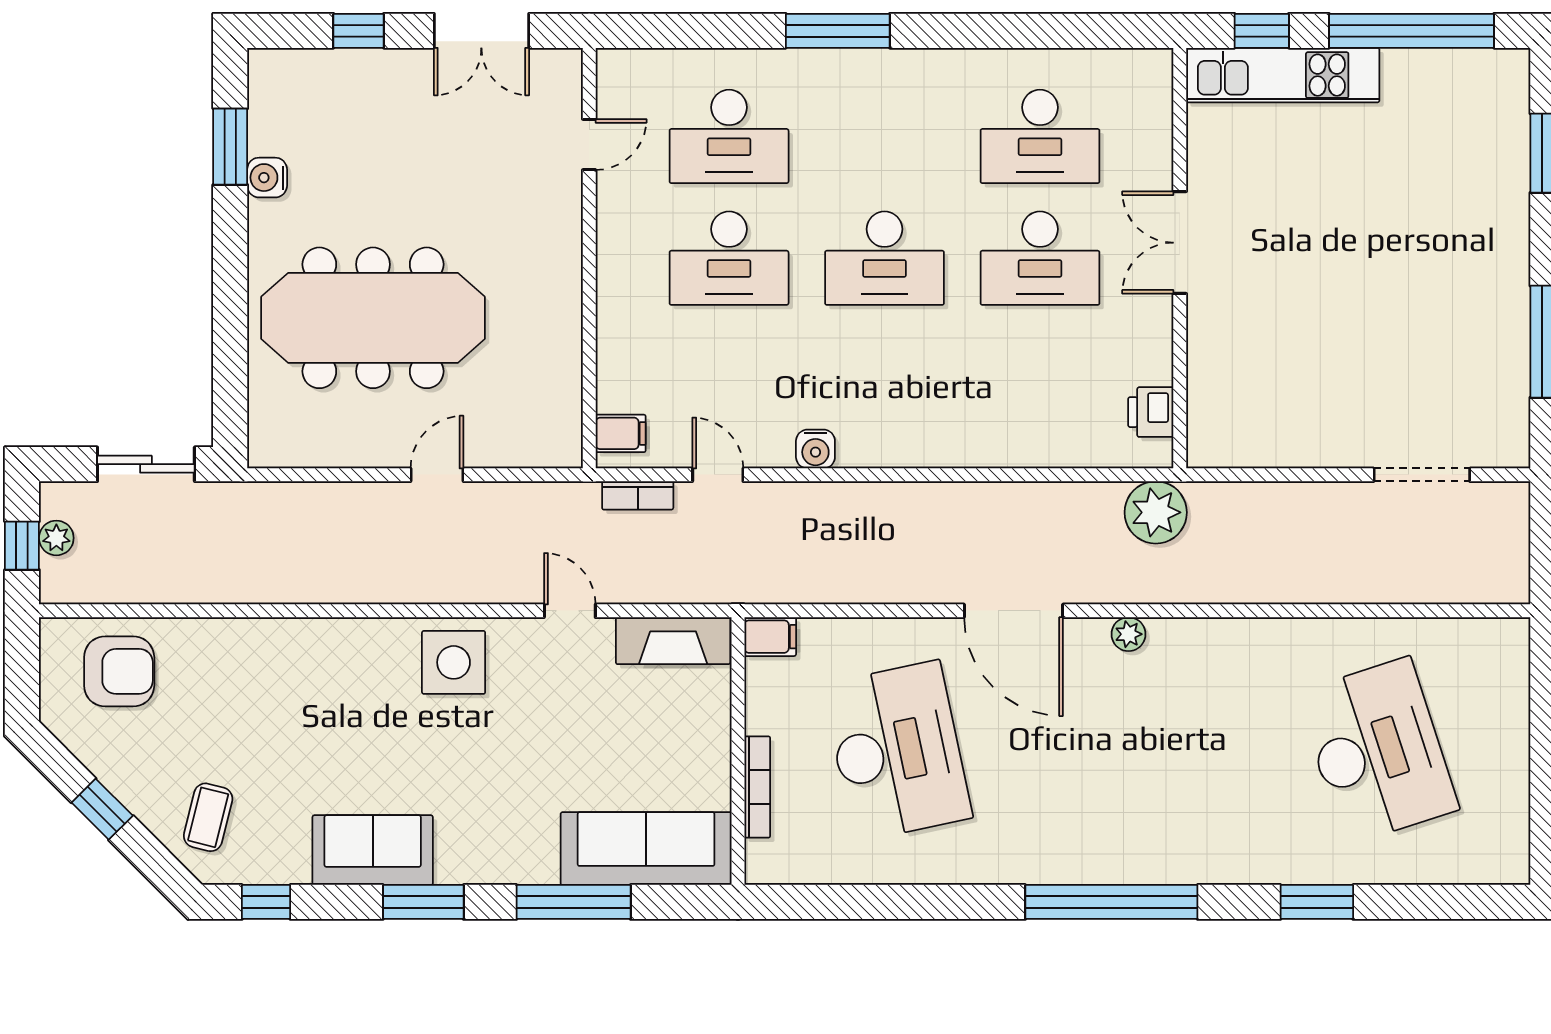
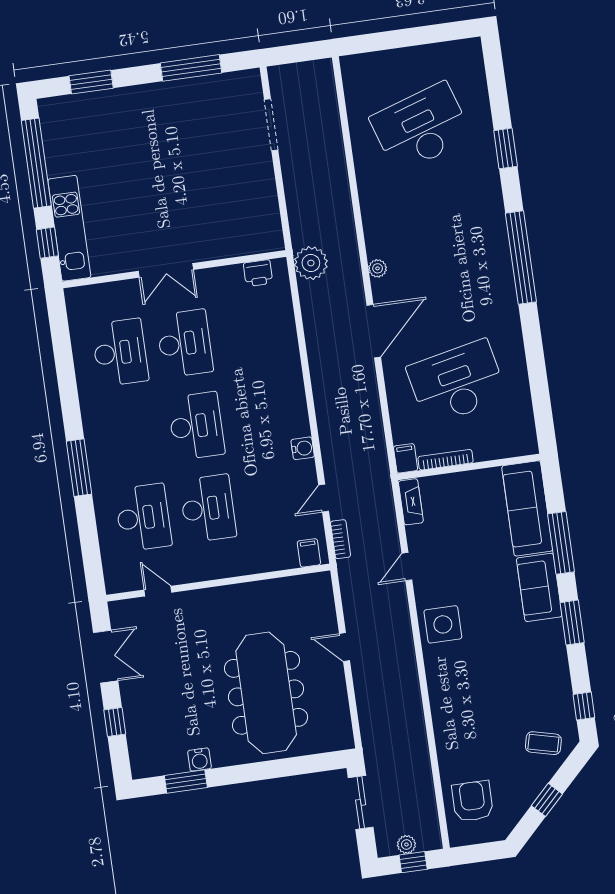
fireplace: (673, 641) -> (411, 502), width x0.73, depth x0.76
bookcase: (757, 787) -> (445, 460), moved
sofa: (373, 850) -> (539, 587), moved

